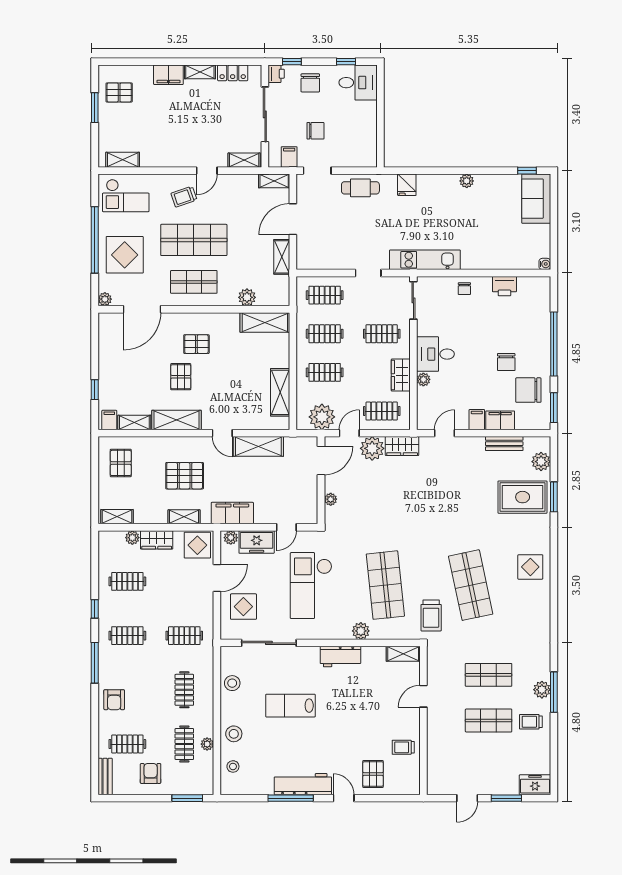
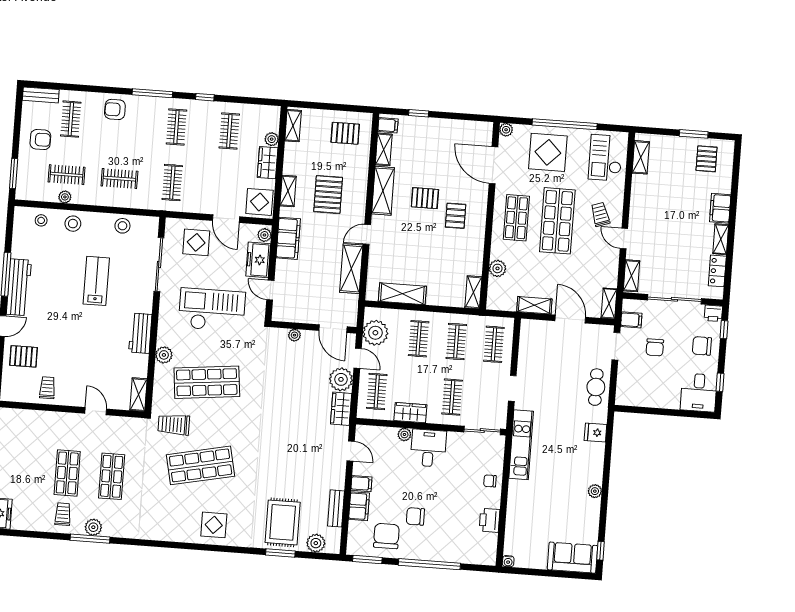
shelving: (265, 322) -> (473, 292), width x0.67, depth x0.75

